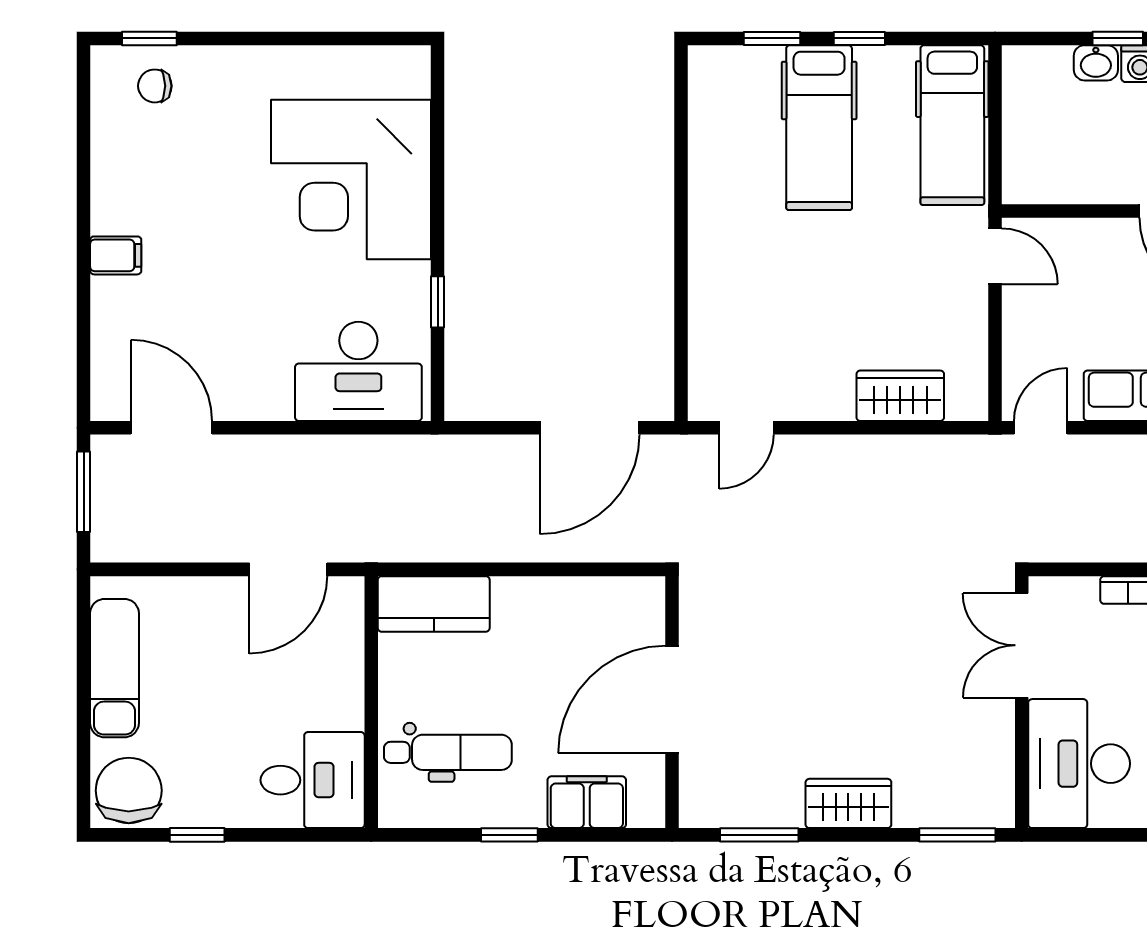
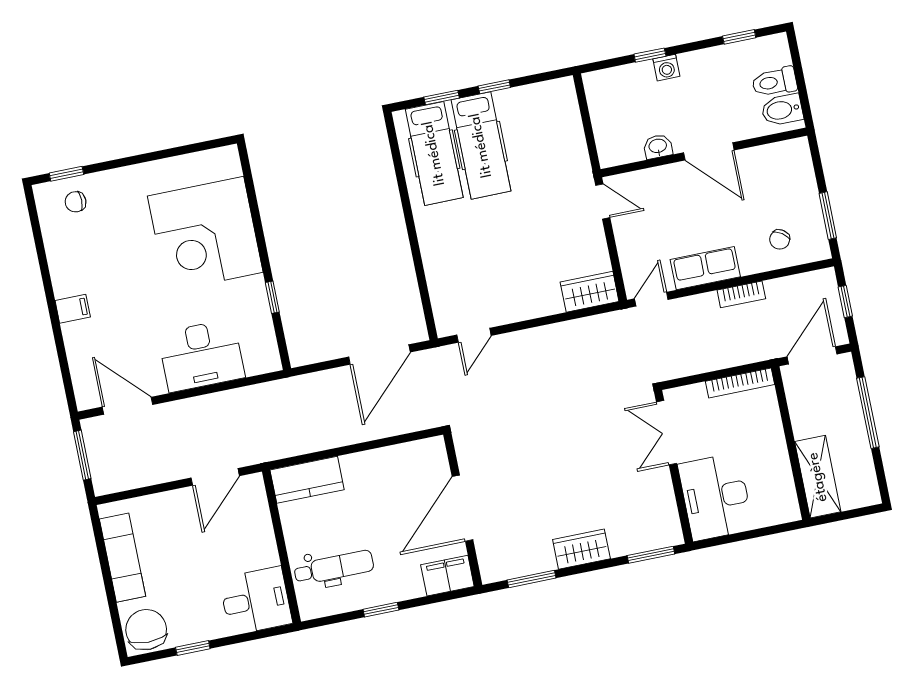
washbasin: (1096, 63) -> (658, 147), moved, turned 180
hospital bed: (952, 125) -> (434, 153), moved
desk: (358, 371) -> (201, 355), moved
wardrobe: (900, 396) -> (590, 292), moved
filing cabinet: (587, 802) -> (447, 576), moved

